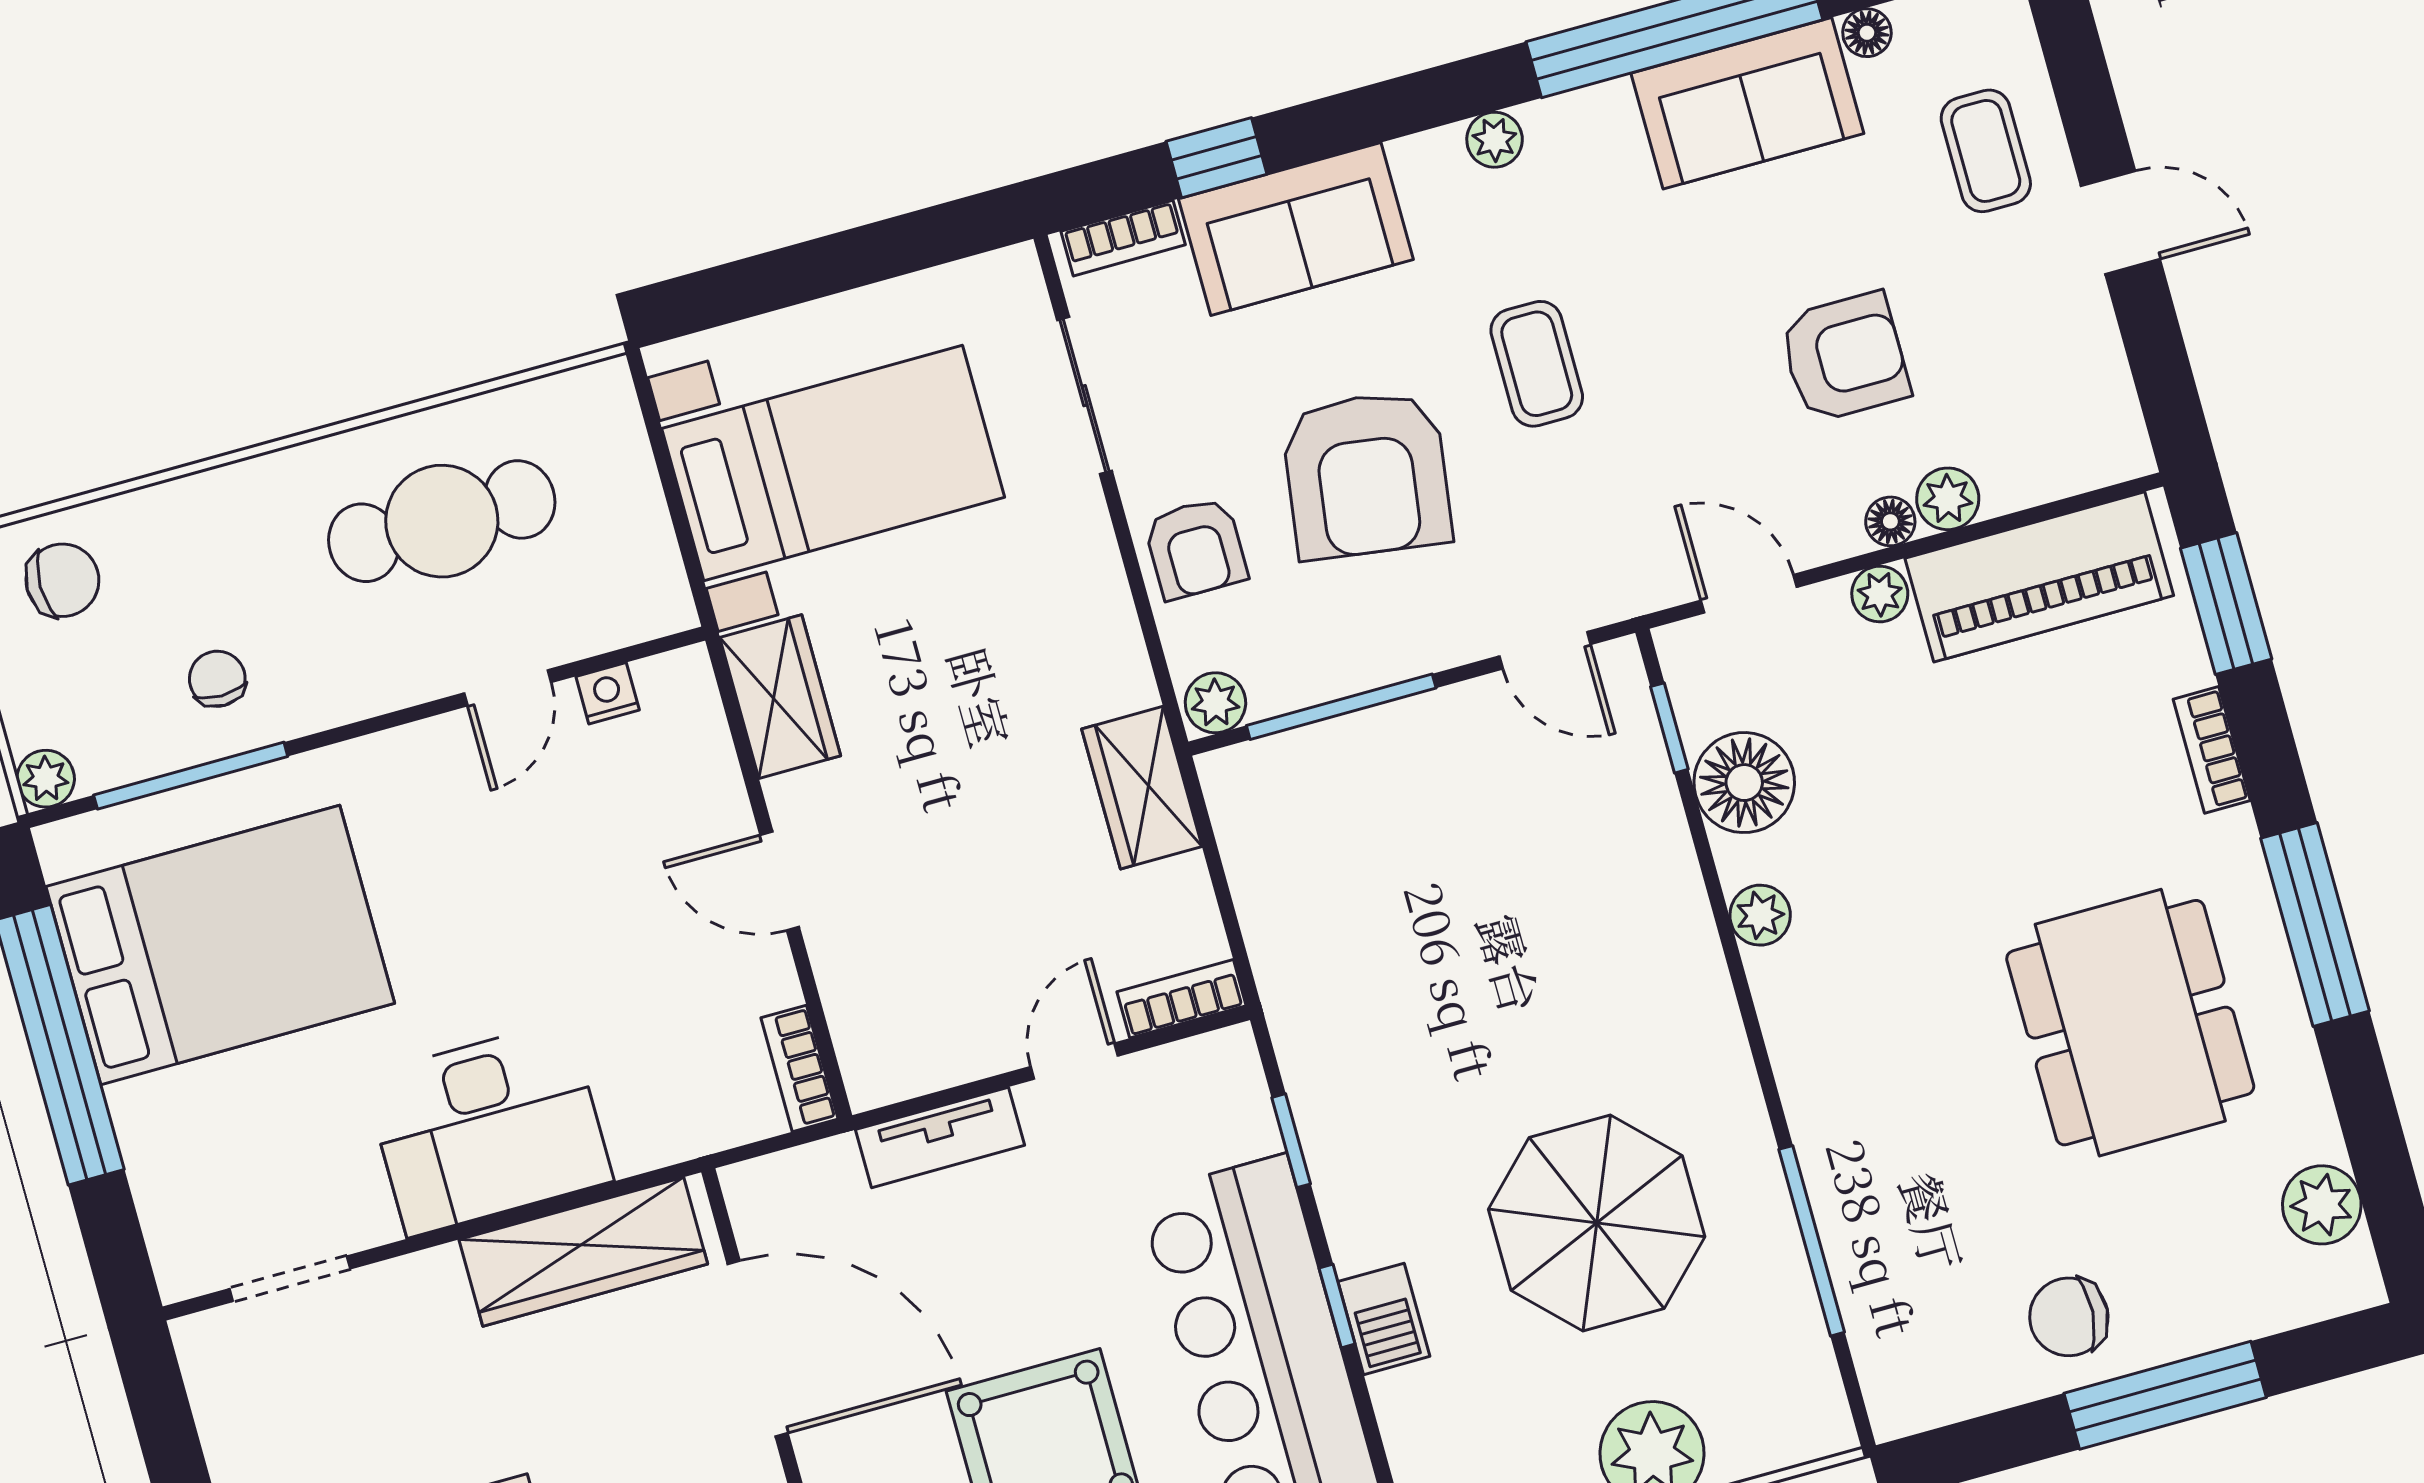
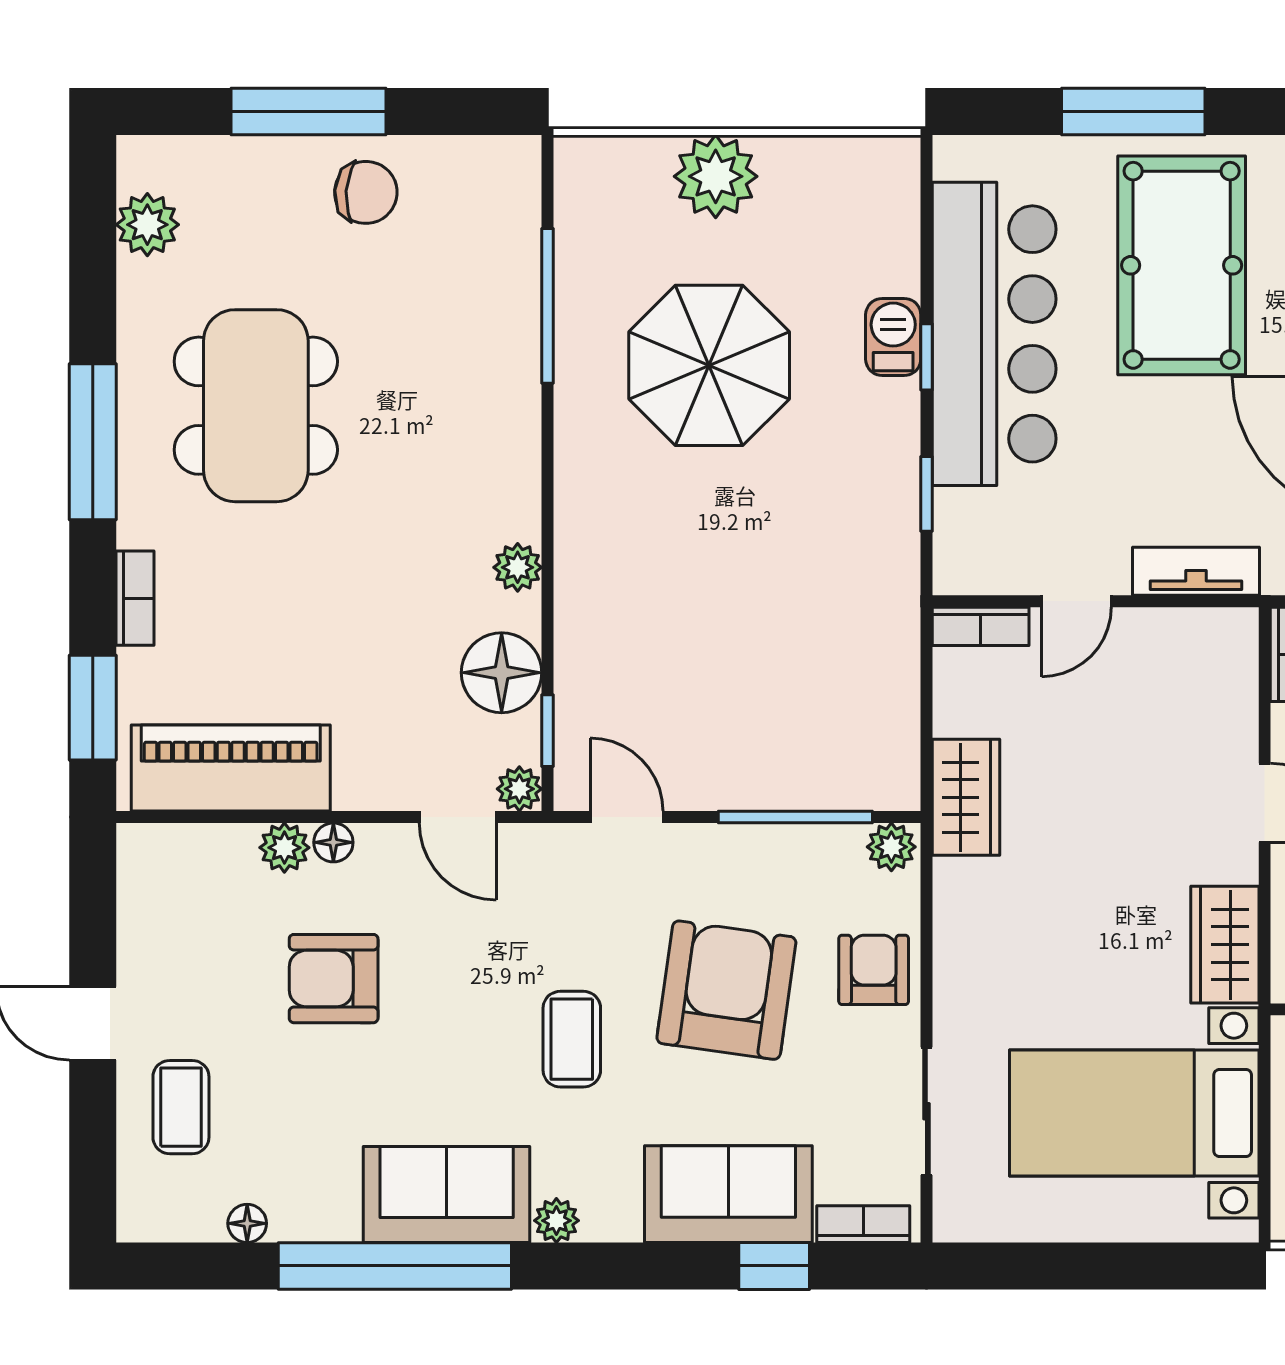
sofa: (1747, 103) -> (447, 1195), moved
plant: (1880, 594) -> (519, 789), moved

